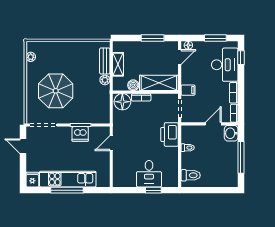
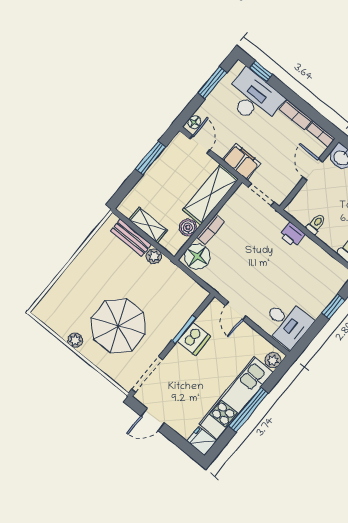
plant: (31, 57) -> (75, 340), moved
filing cabinet: (188, 90) -> (241, 162), width x2.00
printer: (170, 134) -> (292, 235), width x0.53, depth x0.68
desk: (149, 174) -> (287, 323), moved
plant: (102, 182) -> (273, 360), added

